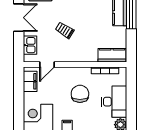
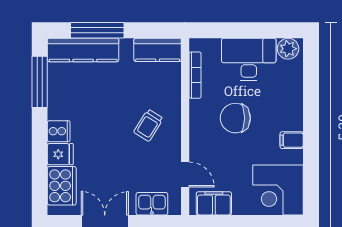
trolley: (65, 30) -> (148, 125), moved
kitchen counter: (112, 55) -> (158, 50), moved, turned -90

